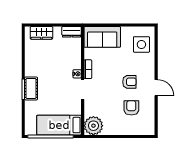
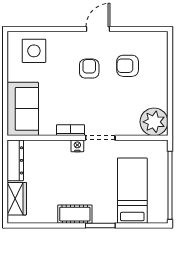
dresser: (72, 32) -> (15, 160), width x1.44
cot: (31, 88) -> (75, 214), moved
bed: (59, 125) -> (132, 191), moved, turned 180

